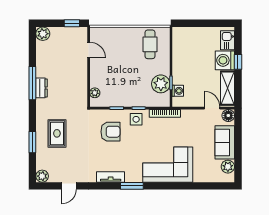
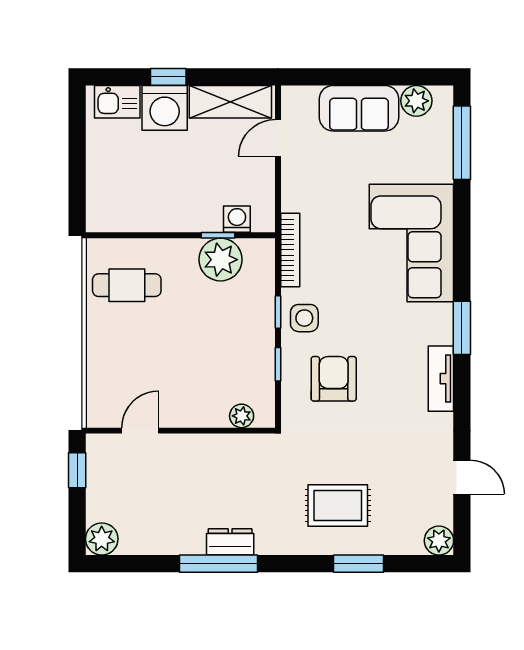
floor lamp: (228, 115) -> (295, 100), removed
window: (210, 186) -> (462, 143), added

